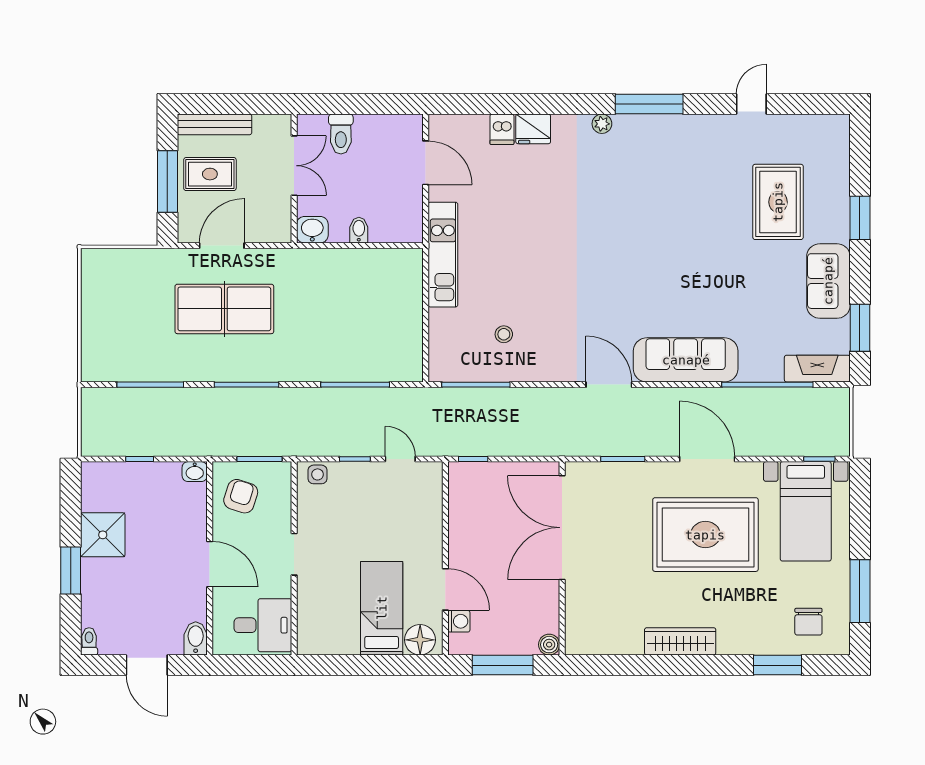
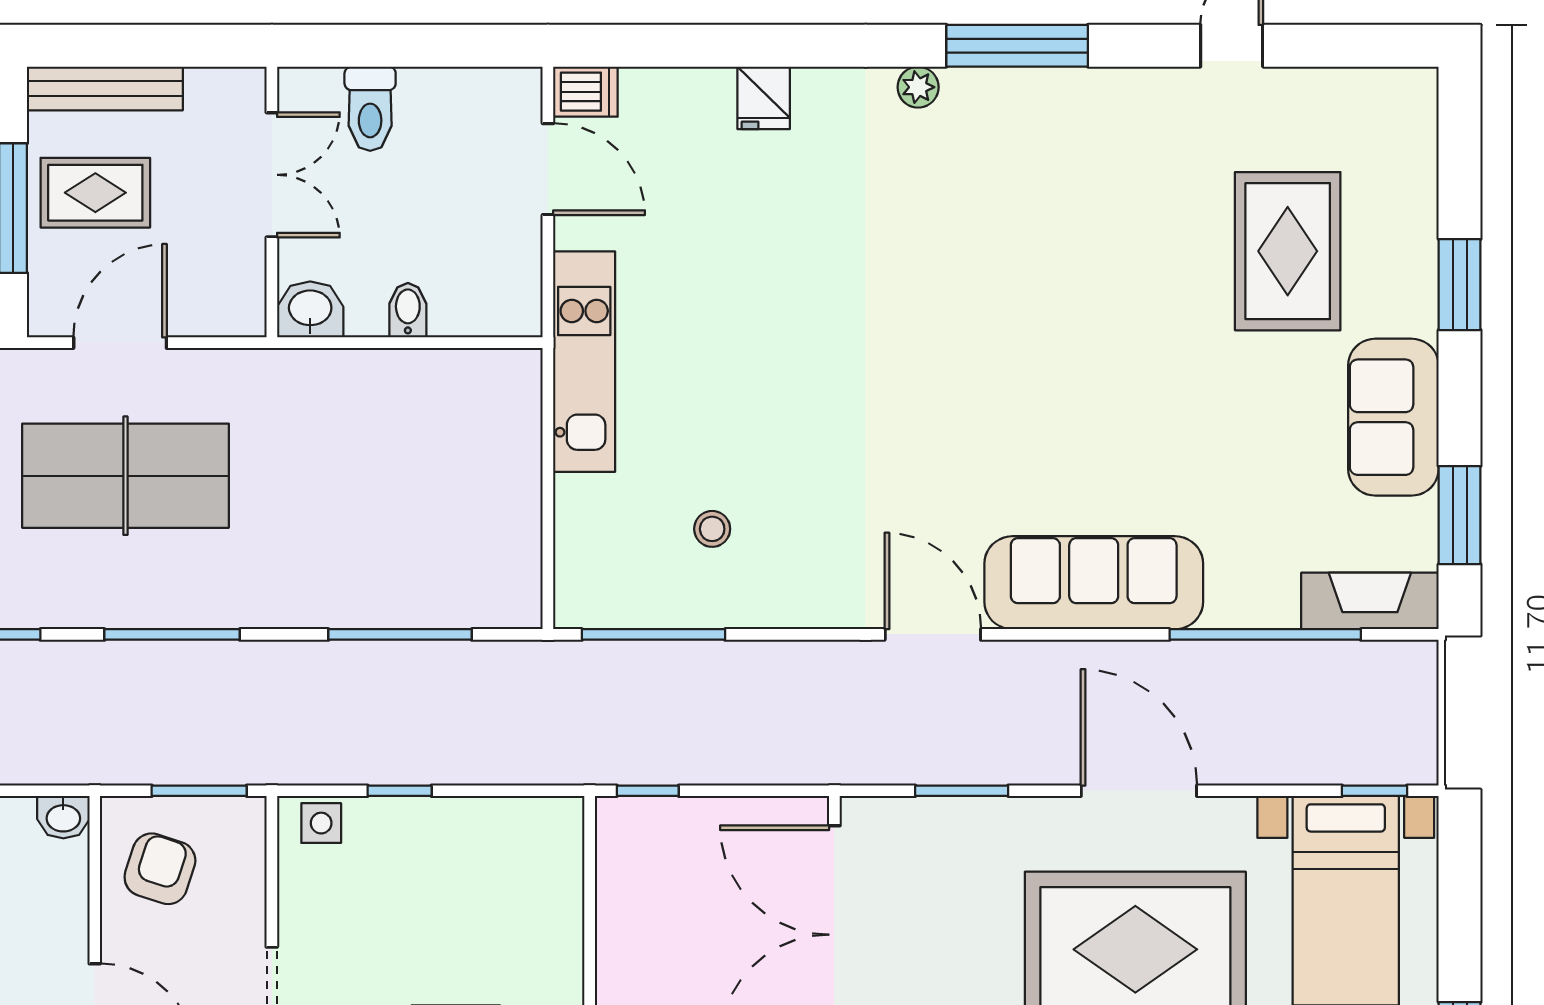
dishwasher: (502, 129) -> (585, 92), moved, turned -90
fridge: (533, 129) -> (764, 98), width x0.72
door: (400, 459) -> (495, 791), removed

